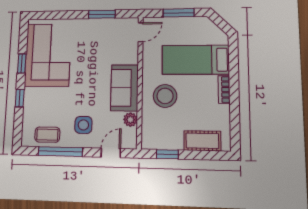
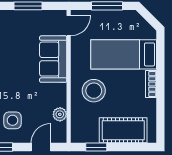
sofa: (124, 88) -> (53, 59), moved
cot: (202, 141) -> (123, 130), width x1.37, depth x1.34

